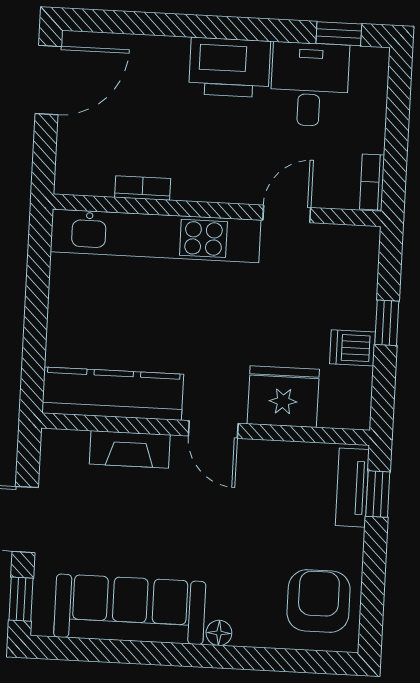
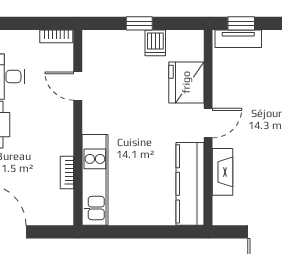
kitchen unit: (156, 236) -> (95, 180), width x0.73

